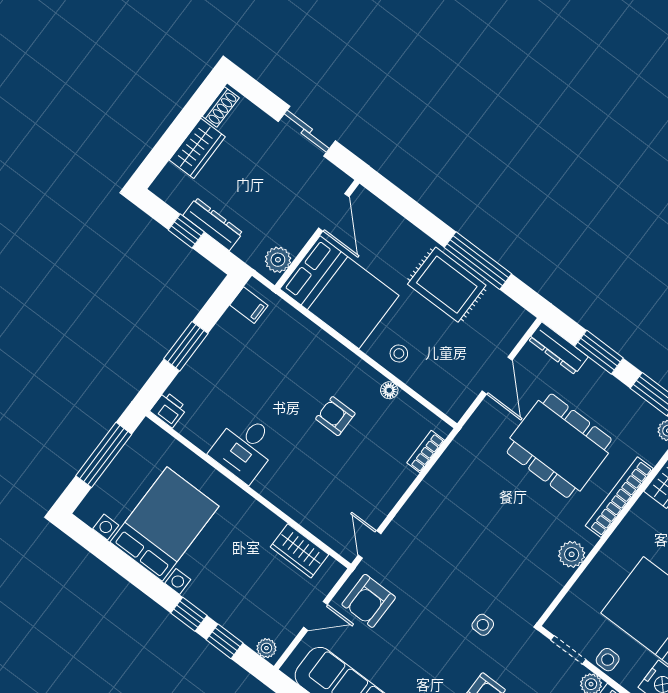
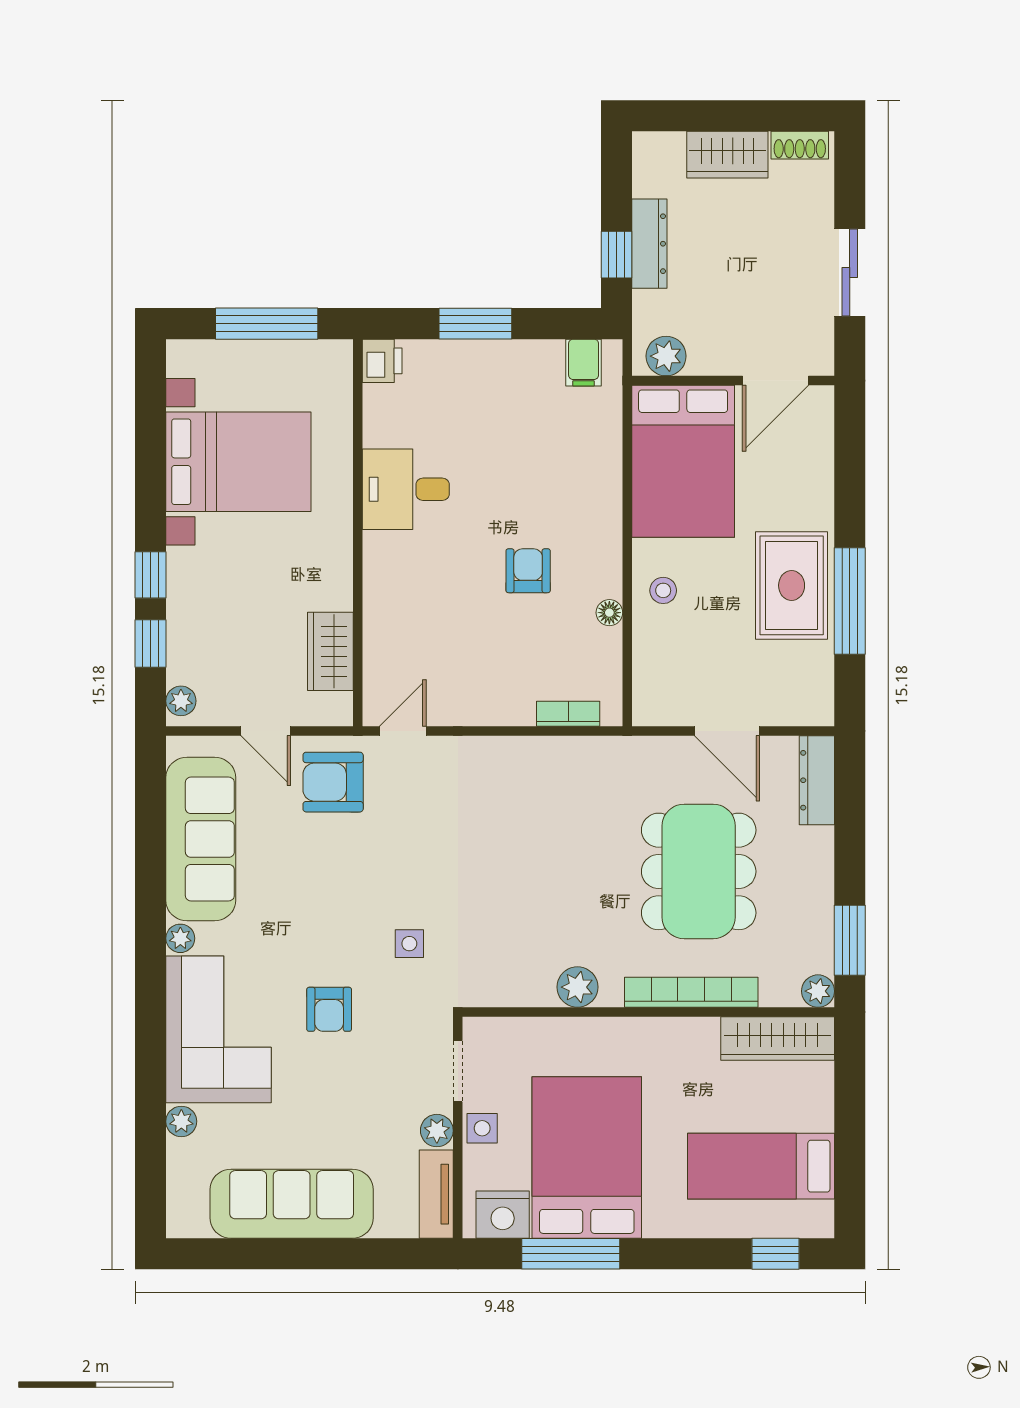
window: (186, 231) -> (616, 255), moved
window: (599, 352) -> (850, 834), removed
door: (497, 376) -> (727, 731), hinge flipped

